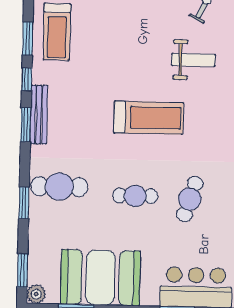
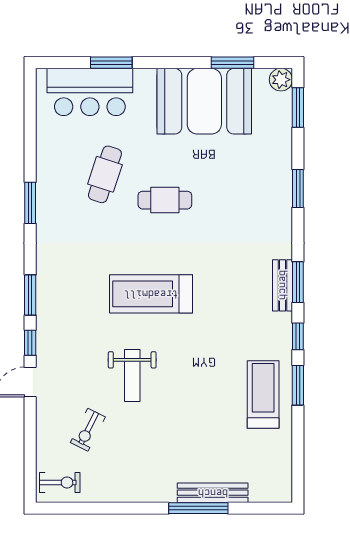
weight bench: (194, 60) -> (132, 375), moved, turned -90
bench: (39, 115) -> (283, 285), width x0.73
cafe table: (59, 187) -> (256, 209), removed
cafe table: (190, 199) -> (105, 174), moved

